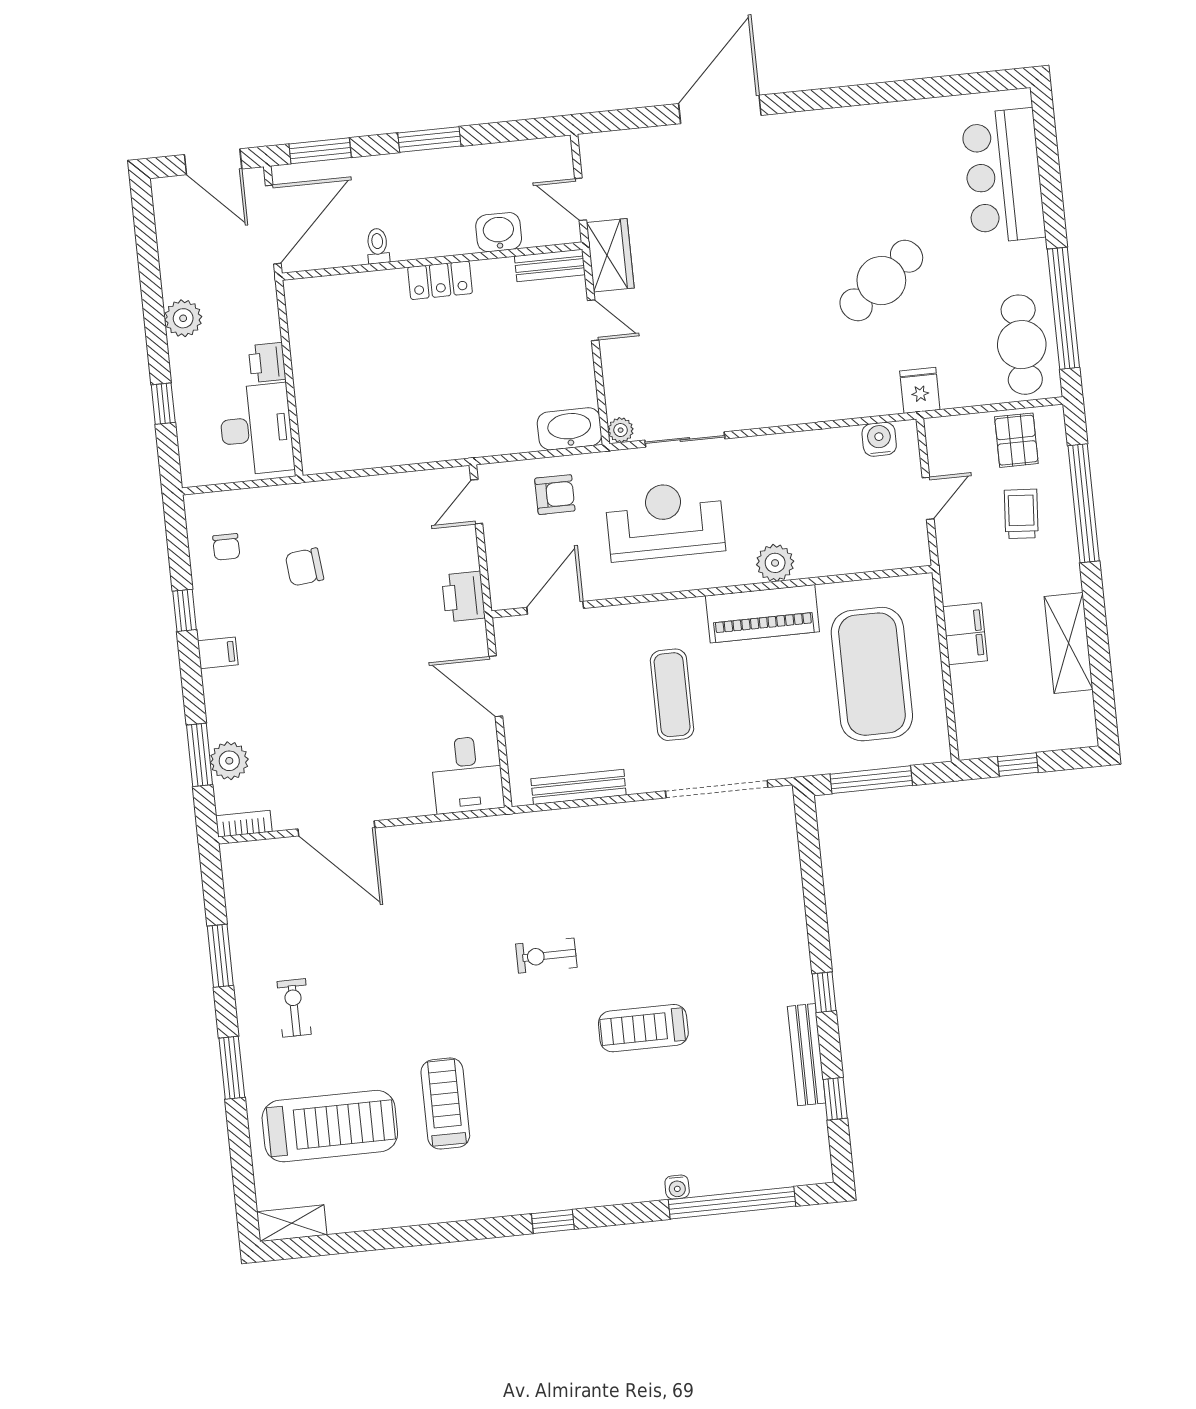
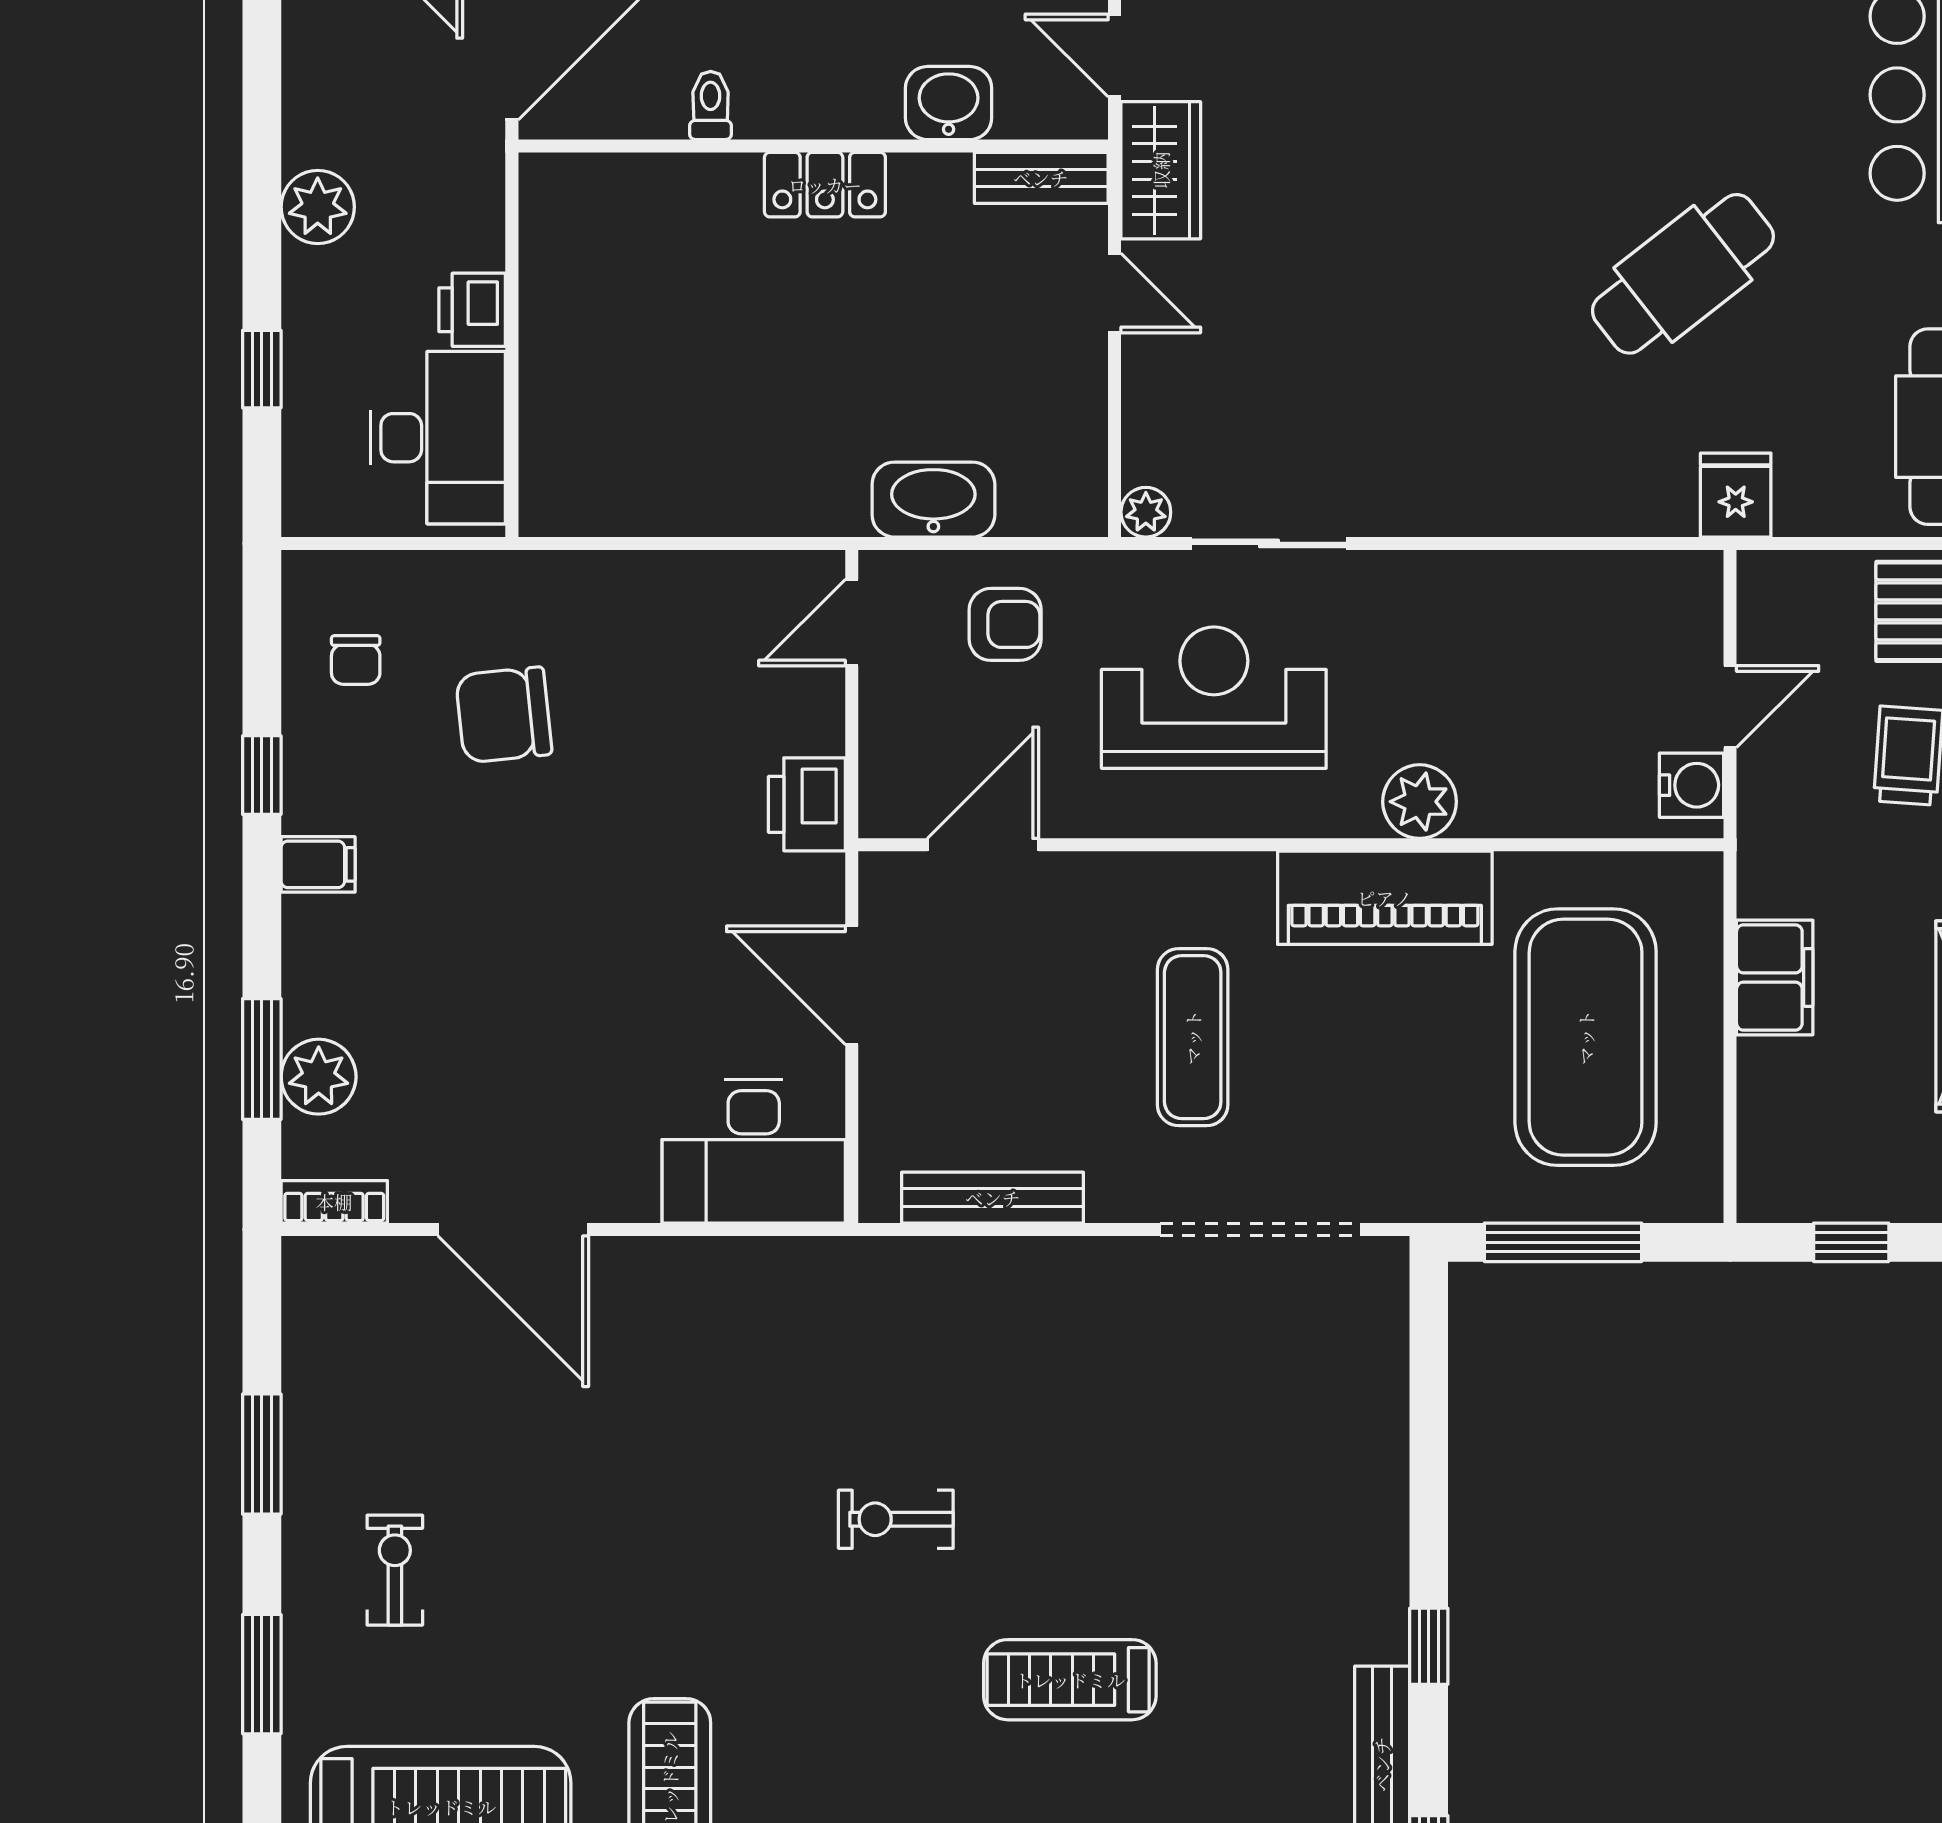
washbasin: (569, 429) -> (933, 500), moved
water cooler: (879, 439) -> (1692, 785), moved, turned 90
chair: (304, 567) -> (504, 715), width x1.37, depth x1.37
desk: (467, 774) -> (754, 1151), width x1.37

